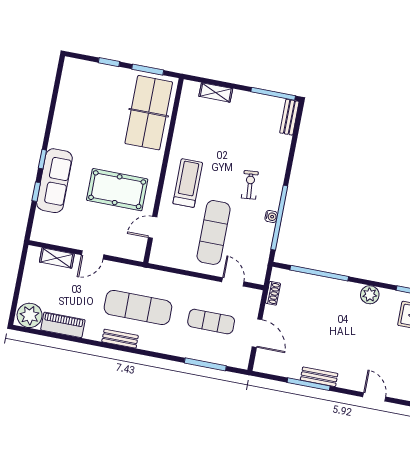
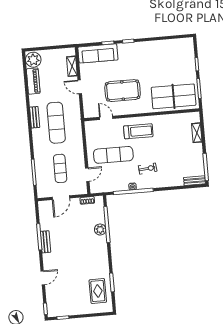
sofa: (54, 181) -> (98, 53), moved
pool table: (117, 190) -> (123, 91), turned 90
plant: (370, 295) -> (100, 230), moved

